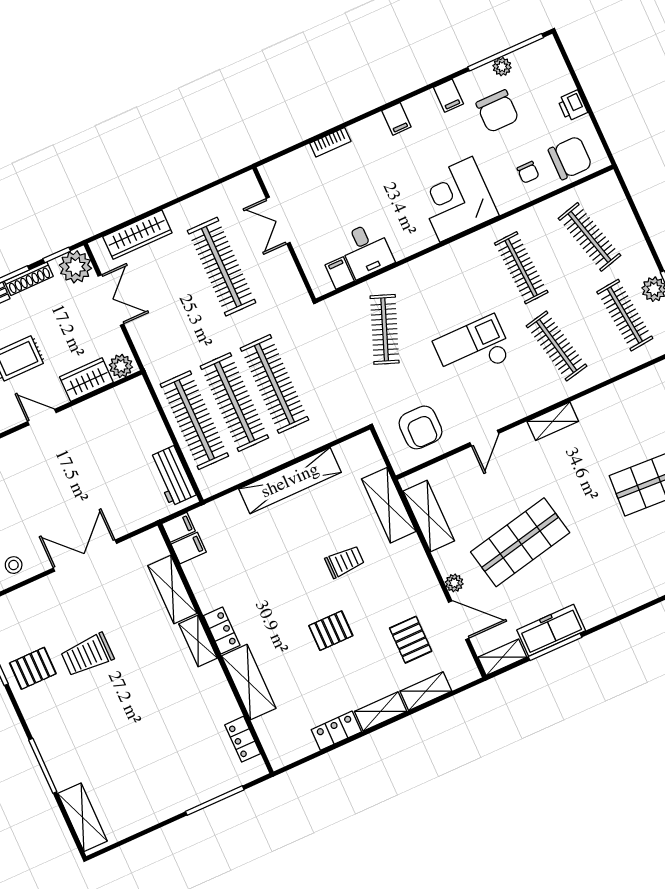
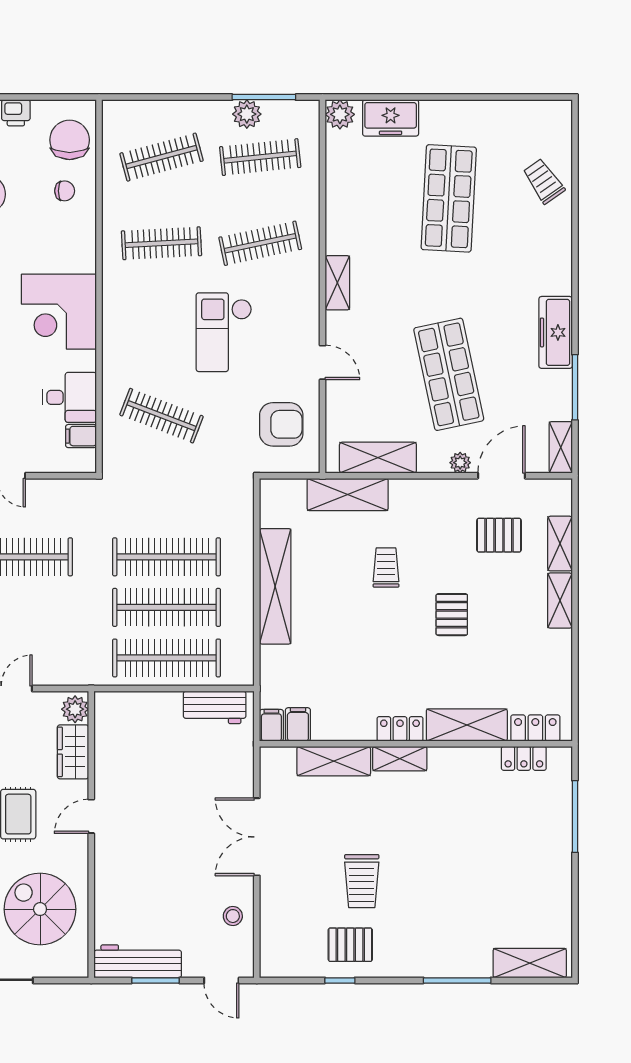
corner desk: (456, 199) -> (59, 312), moved
freezer: (551, 630) -> (556, 332), moved
pallet: (33, 668) -> (350, 945), turned 90
locker: (336, 731) -> (535, 728), moved, turned 90

